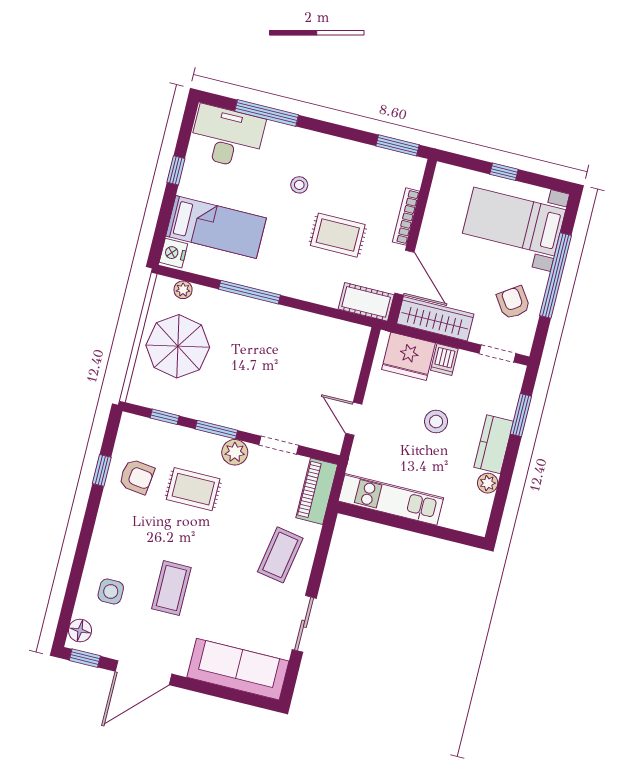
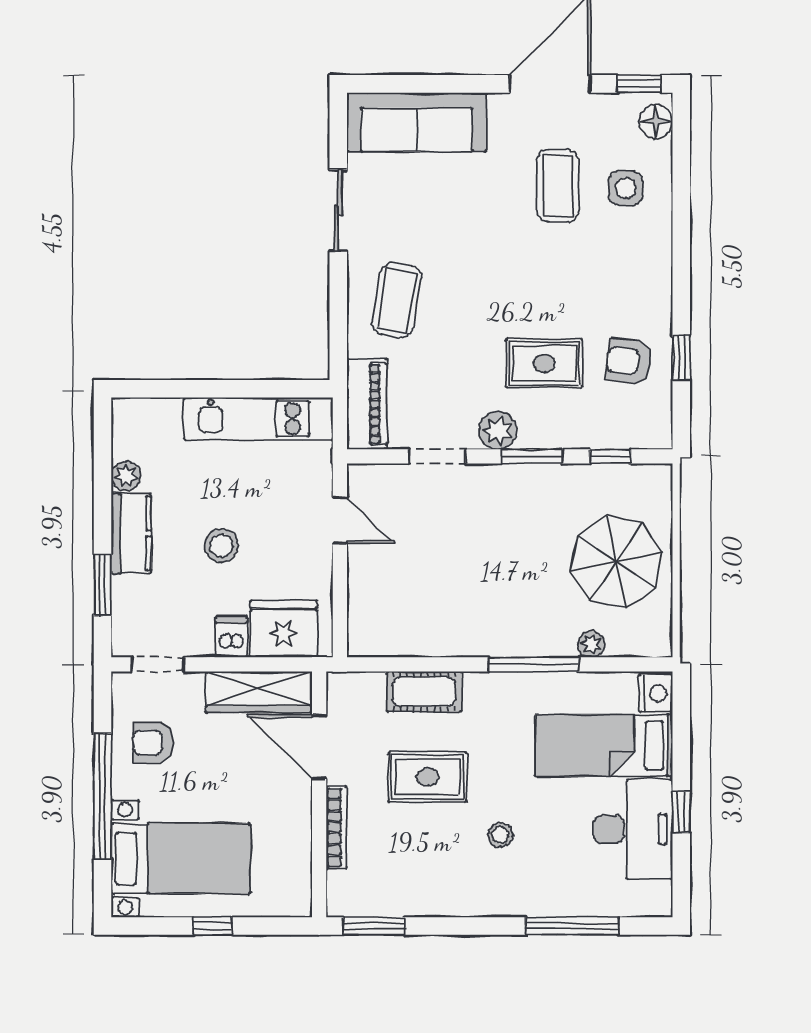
desk: (227, 137) -> (633, 829), moved, turned -90
plant: (183, 290) -> (591, 644), moved
cot: (366, 302) -> (424, 692), moved
armchair: (513, 302) -> (153, 743), turned 124
coffee table: (171, 588) -> (558, 186), moved

